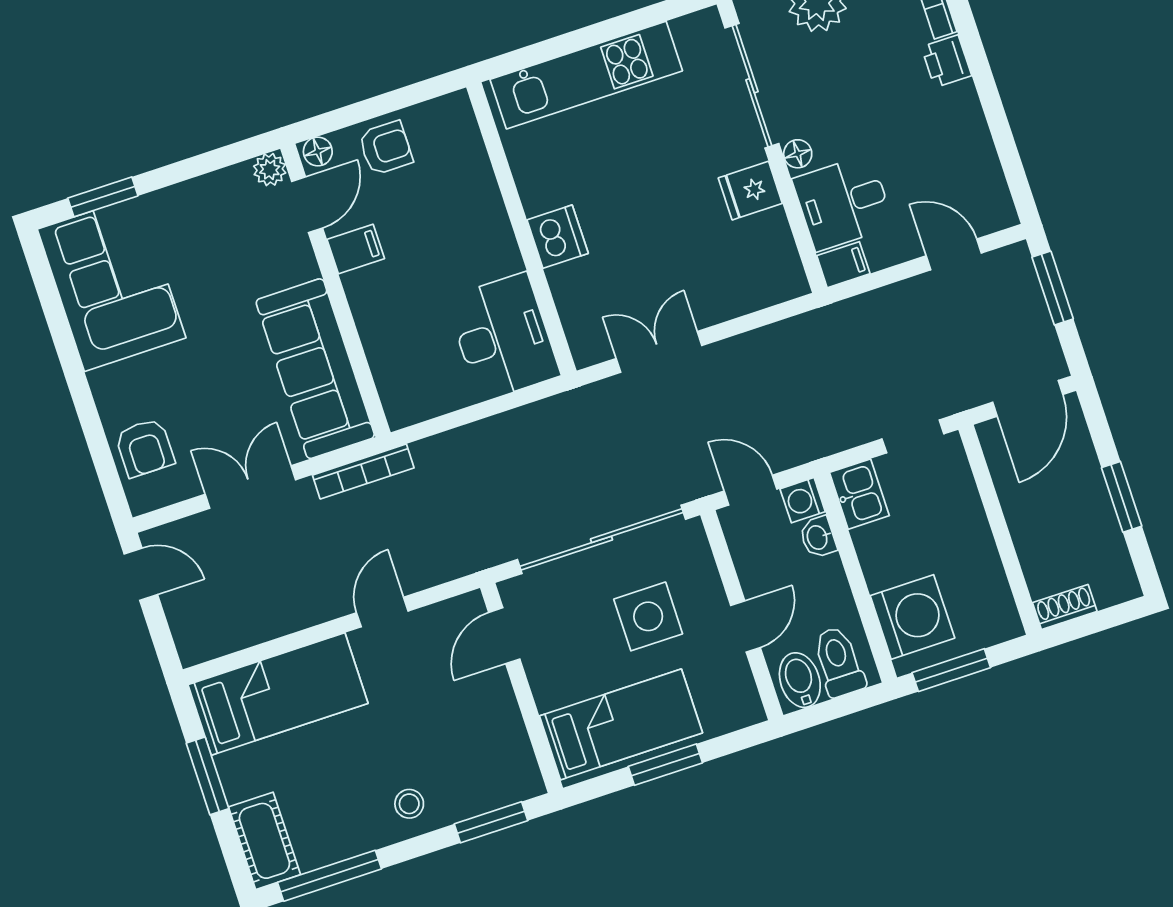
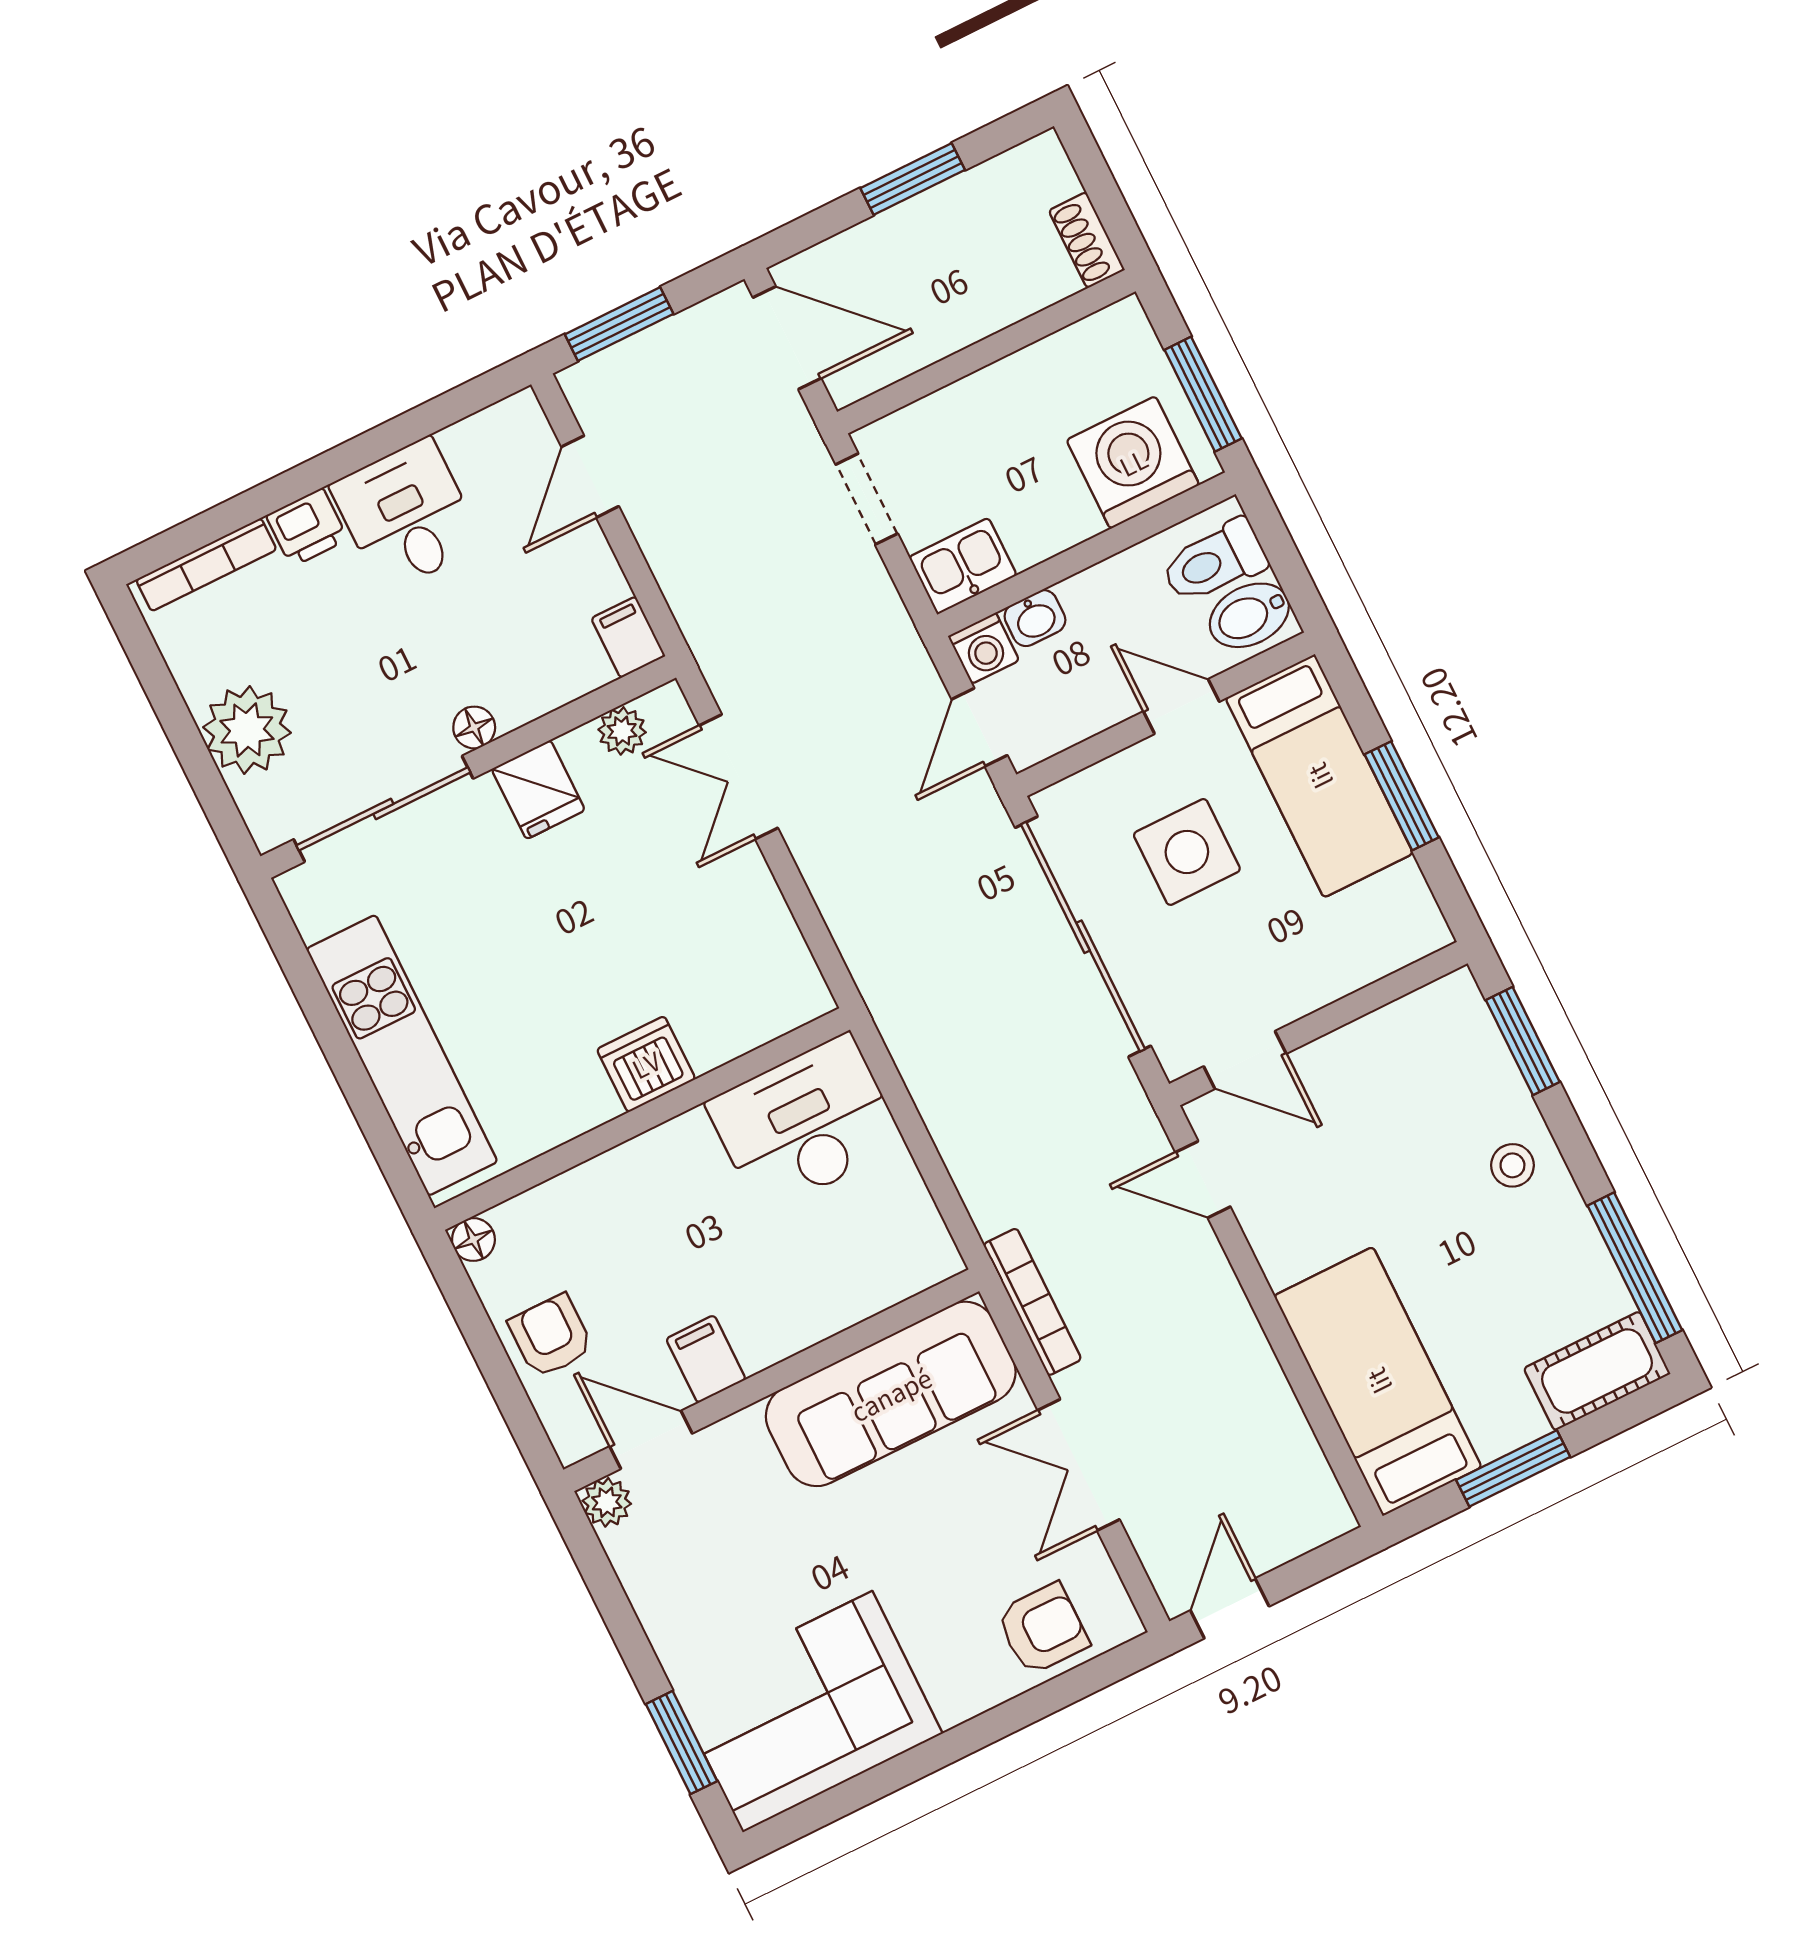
floor lamp: (318, 151) -> (473, 1240), moved
desk: (843, 203) -> (407, 515), moved, turned 180
plant: (782, 252) -> (622, 731), added
double door: (659, 352) -> (738, 777), moved
door: (382, 612) -> (1203, 1179), moved
bed: (621, 724) -> (1319, 776), moved, turned 180

